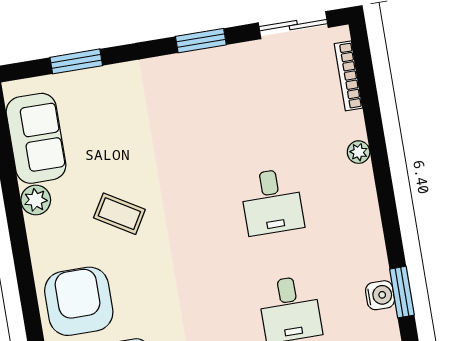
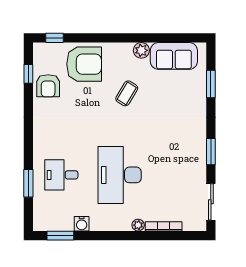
bookcase: (348, 76) -> (164, 226), moved
desk: (272, 202) -> (120, 175), width x1.87, depth x1.30
water cooler: (380, 295) -> (82, 224), moved

